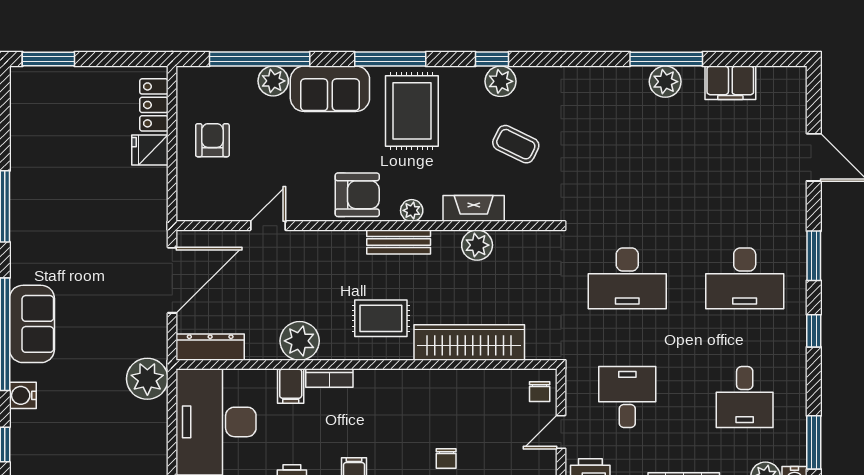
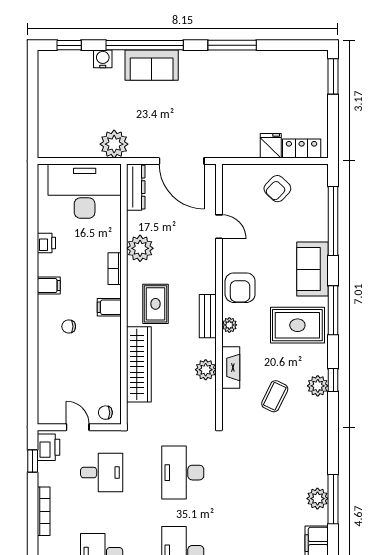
plant: (273, 81) -> (318, 230), removed
armchair: (212, 140) -> (277, 189), turned 133
filing cabinet: (291, 386) -> (109, 307), moved
chair: (446, 458) -> (69, 326), moved

